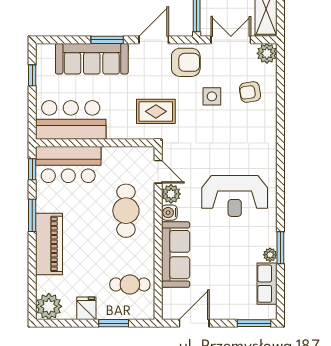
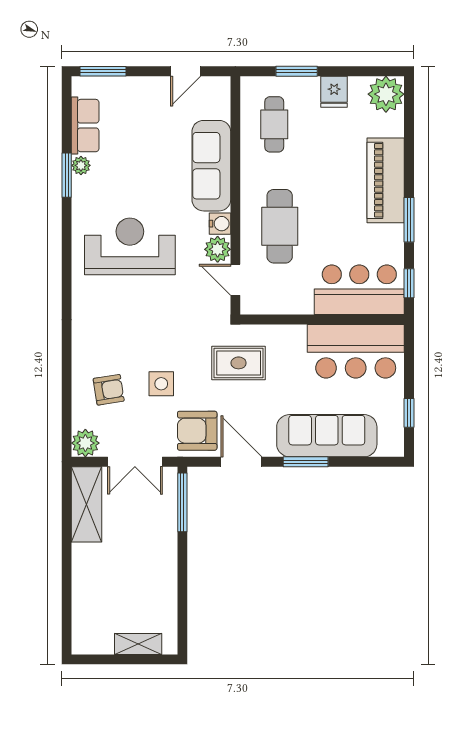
door: (154, 40) -> (241, 462), swing flipped
cafe table: (130, 284) -> (274, 124), turned 90
door: (194, 323) -> (186, 71), width x0.73

